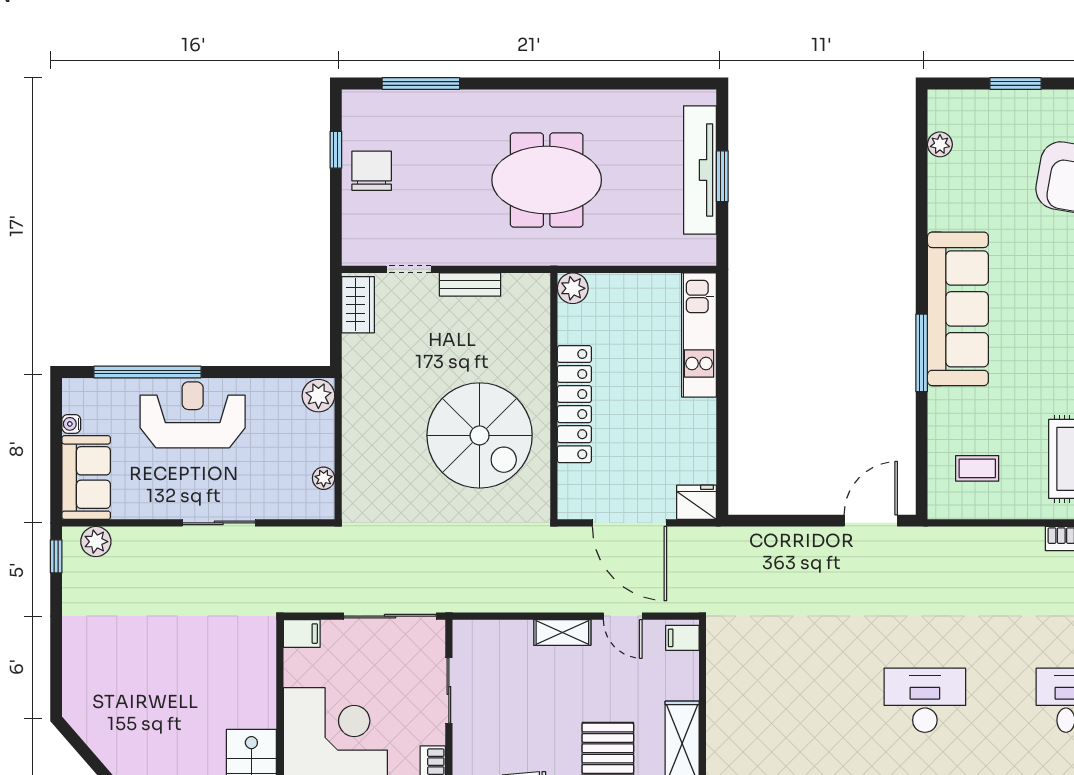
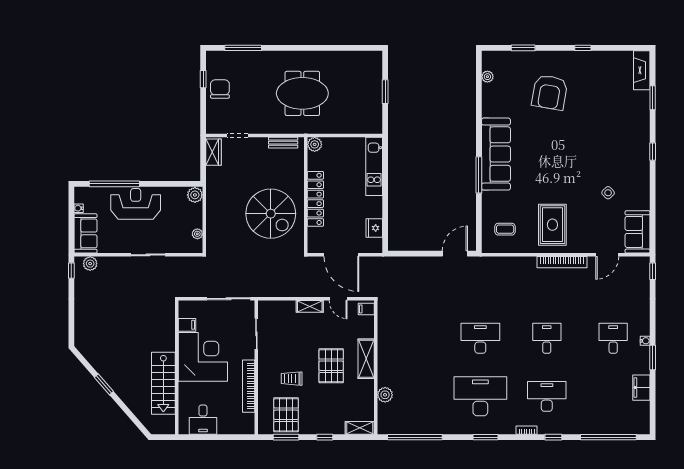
tv unit: (700, 170) -> (375, 89), removed
bench: (470, 285) -> (283, 143), moved
fridge: (697, 502) -> (374, 228), moved, turned -90
filing cabinet: (302, 634) -> (187, 325), moved

